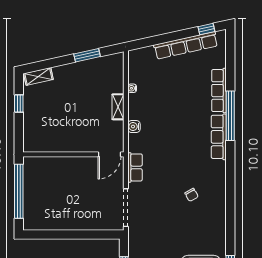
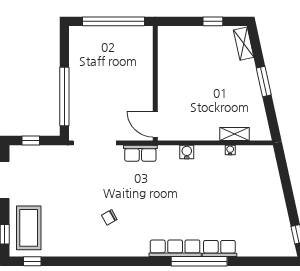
row of seats: (186, 45) -> (279, 211), removed
window: (87, 55) -> (264, 82), moved
row of seats: (219, 91) -> (219, 248), width x0.68
shelving: (118, 107) -> (235, 134), moved
window: (85, 234) -> (64, 96), added

